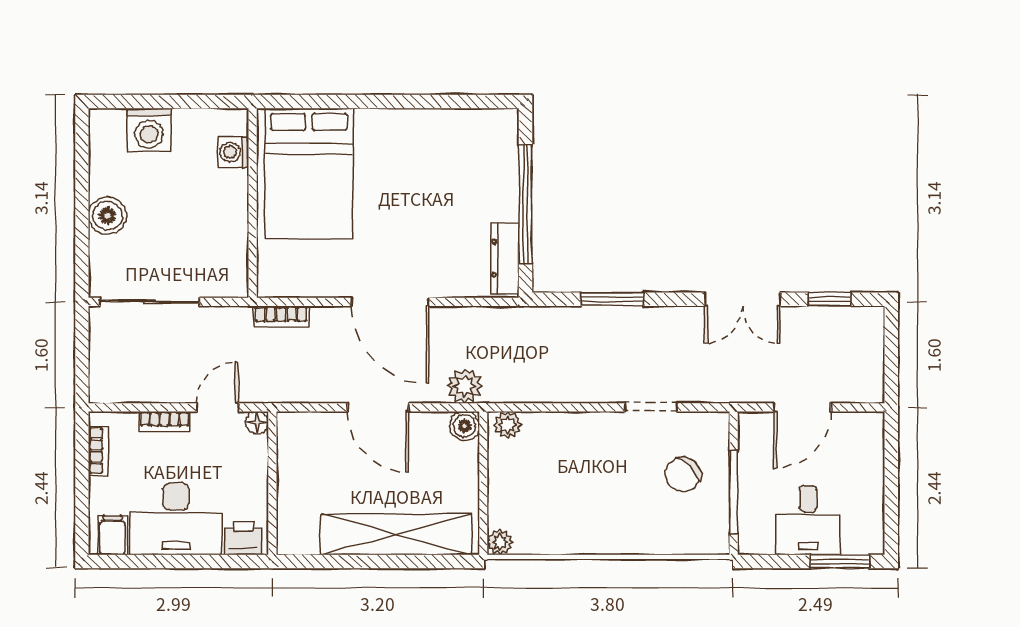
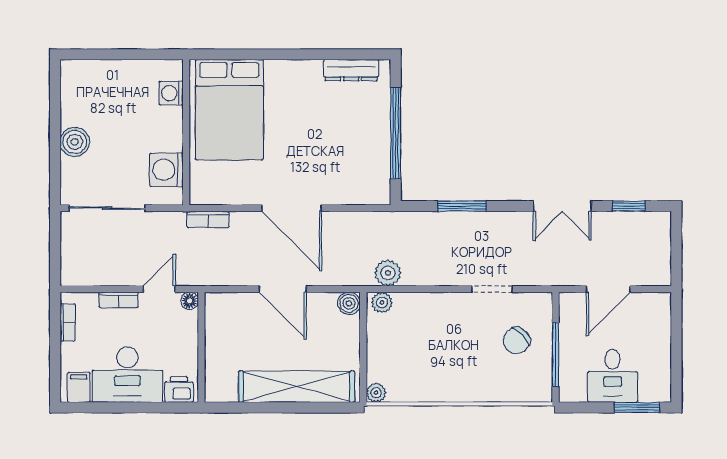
washing machine: (149, 130) -> (166, 170), moved, turned 90
dresser: (505, 258) -> (351, 70), moved, turned -90
plant: (465, 386) -> (388, 273), moved

